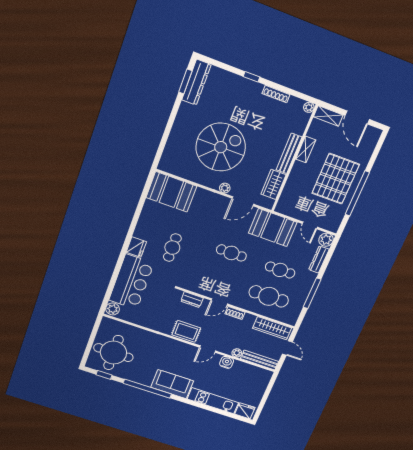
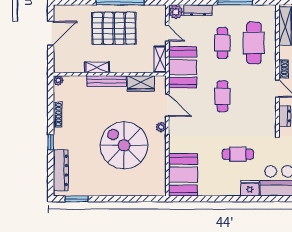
dresser: (196, 82) -> (61, 170), moved, turned 90
shelving: (328, 116) -> (160, 59), moved
door: (310, 225) -> (167, 33), hinge flipped

